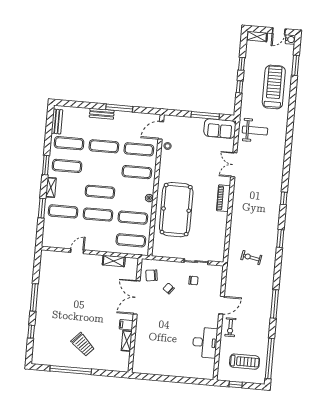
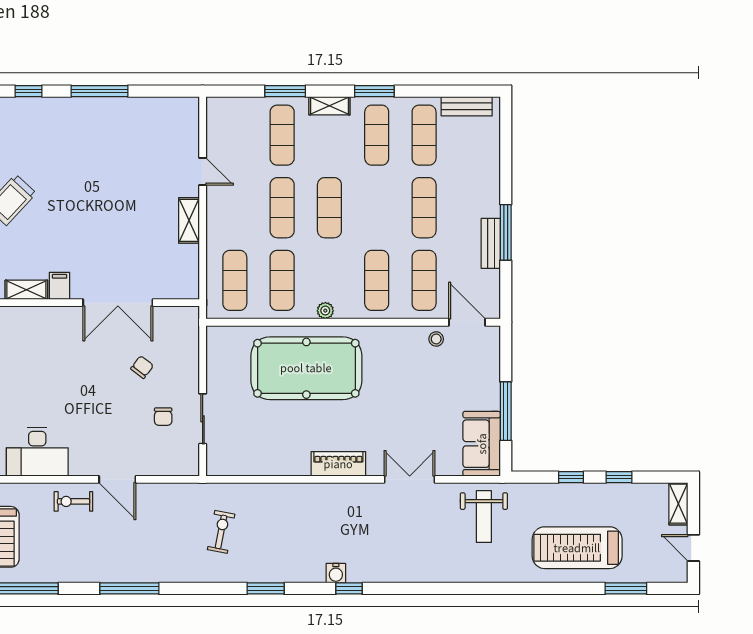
water cooler: (290, 39) -> (336, 573), moved
treadmill: (274, 87) -> (577, 548), turned 180
bench: (102, 114) -> (491, 243), moved
shelving: (114, 261) -> (189, 220), moved
chair: (152, 275) -> (166, 329), removed
double door: (137, 297) -> (118, 303), swing flipped

